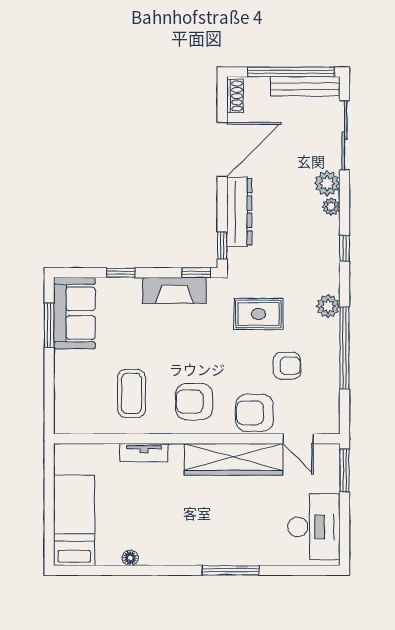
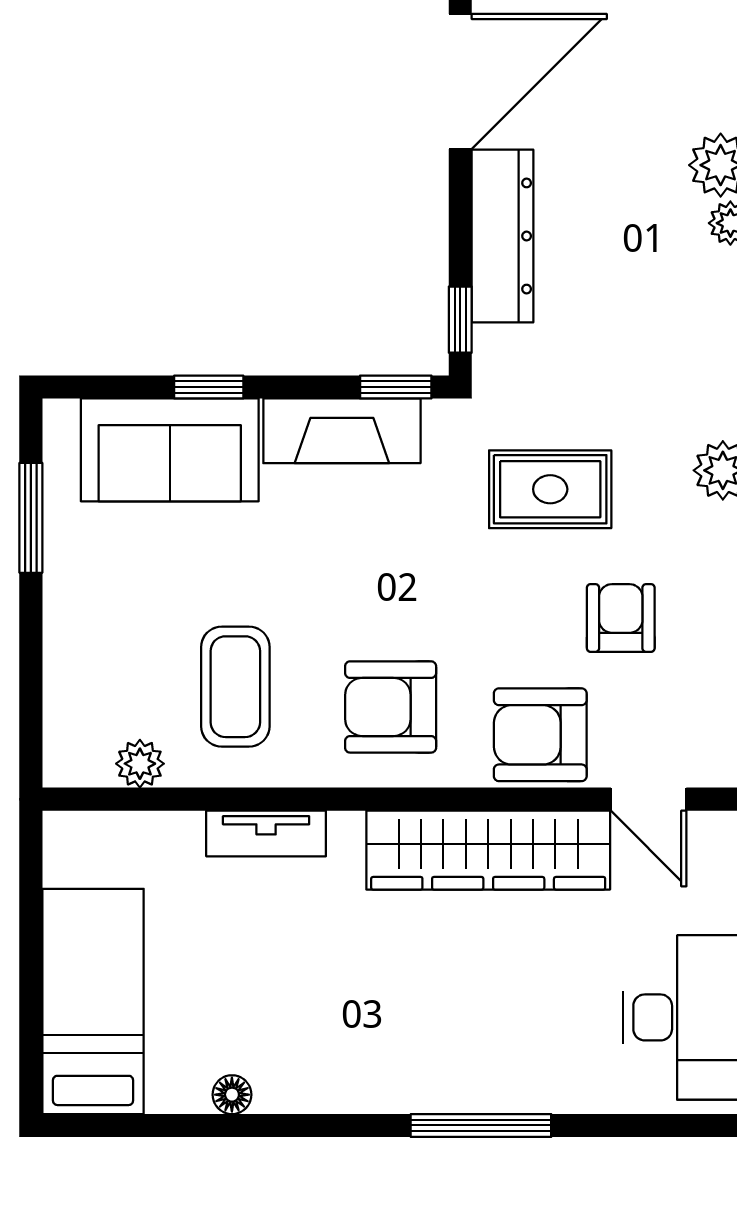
sofa: (74, 313) -> (170, 450), moved, turned 90
armchair: (287, 366) -> (621, 618), turned -90
plant: (93, 425) -> (140, 764), added

